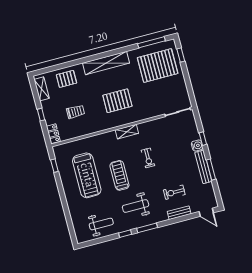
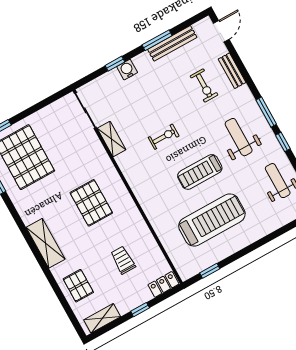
shelving: (106, 63) -> (46, 243), width x0.68
shelving: (127, 132) -> (111, 139), moved
bench: (203, 167) -> (172, 43), moved
weight bench: (136, 206) -> (239, 137), turned 180

